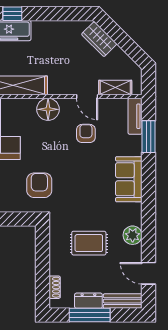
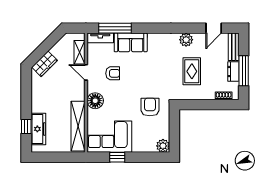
door: (87, 97) -> (86, 72), swing flipped
armchair: (86, 133) -> (113, 73), turned 180
window: (149, 137) -> (115, 28), width x1.44
sofa: (129, 179) -> (131, 42), moved
armchair: (39, 185) -> (150, 107), turned 90

